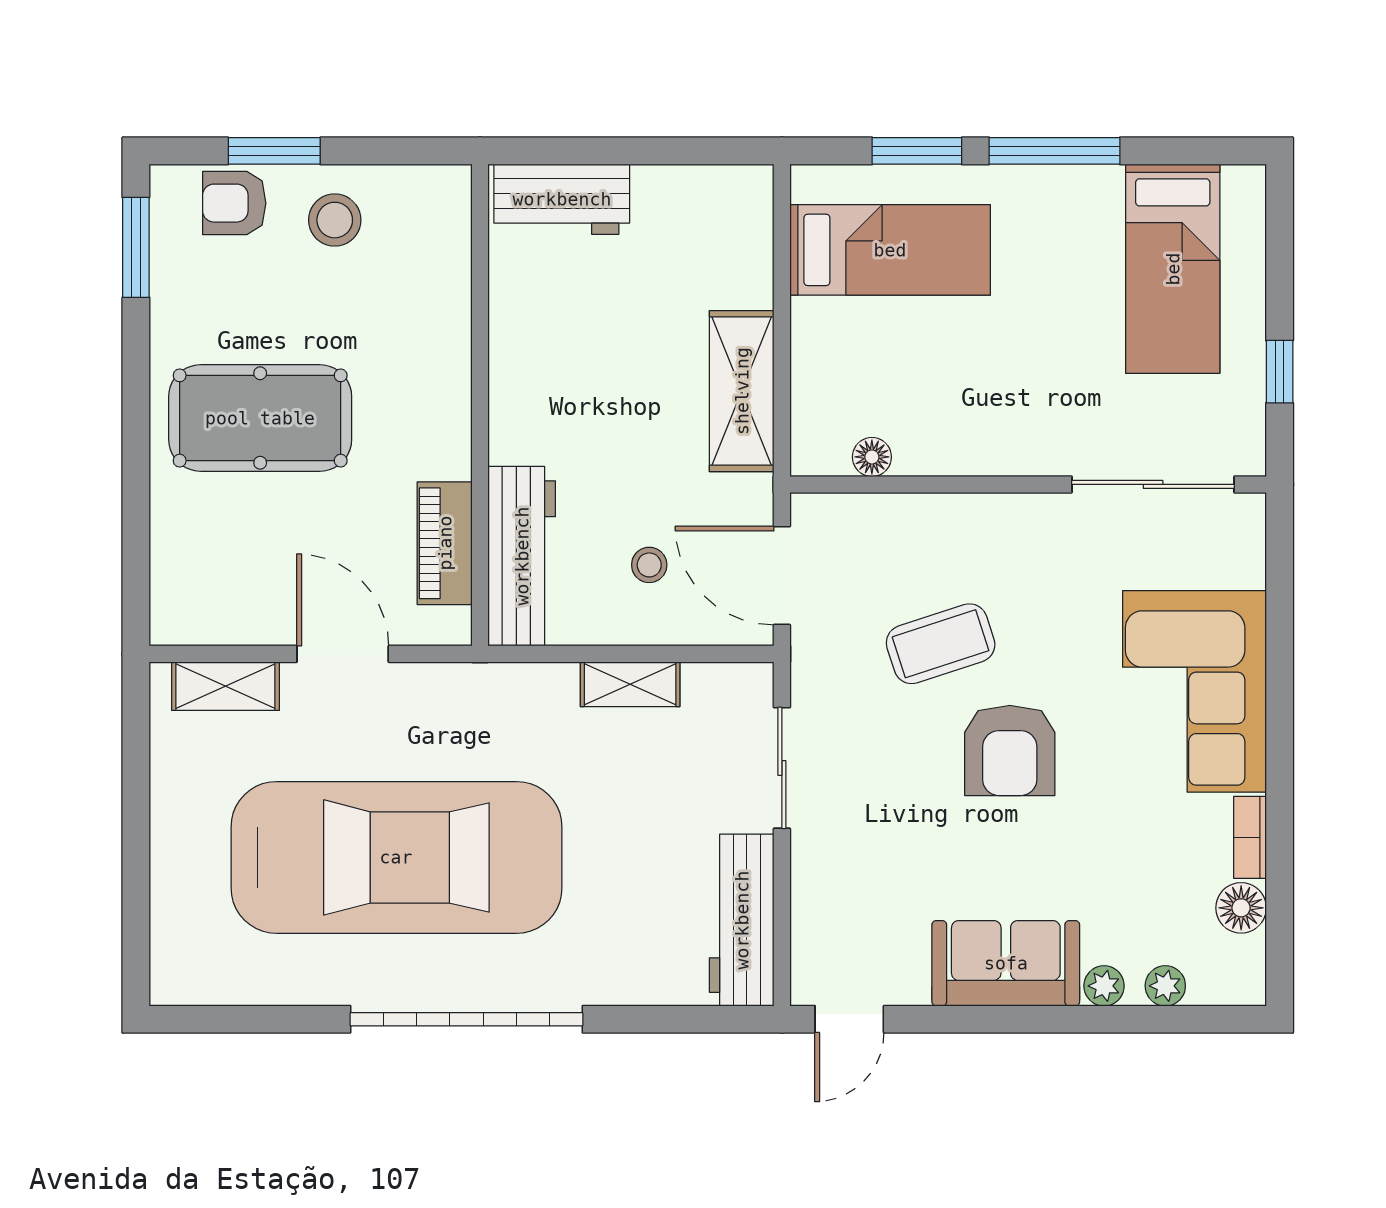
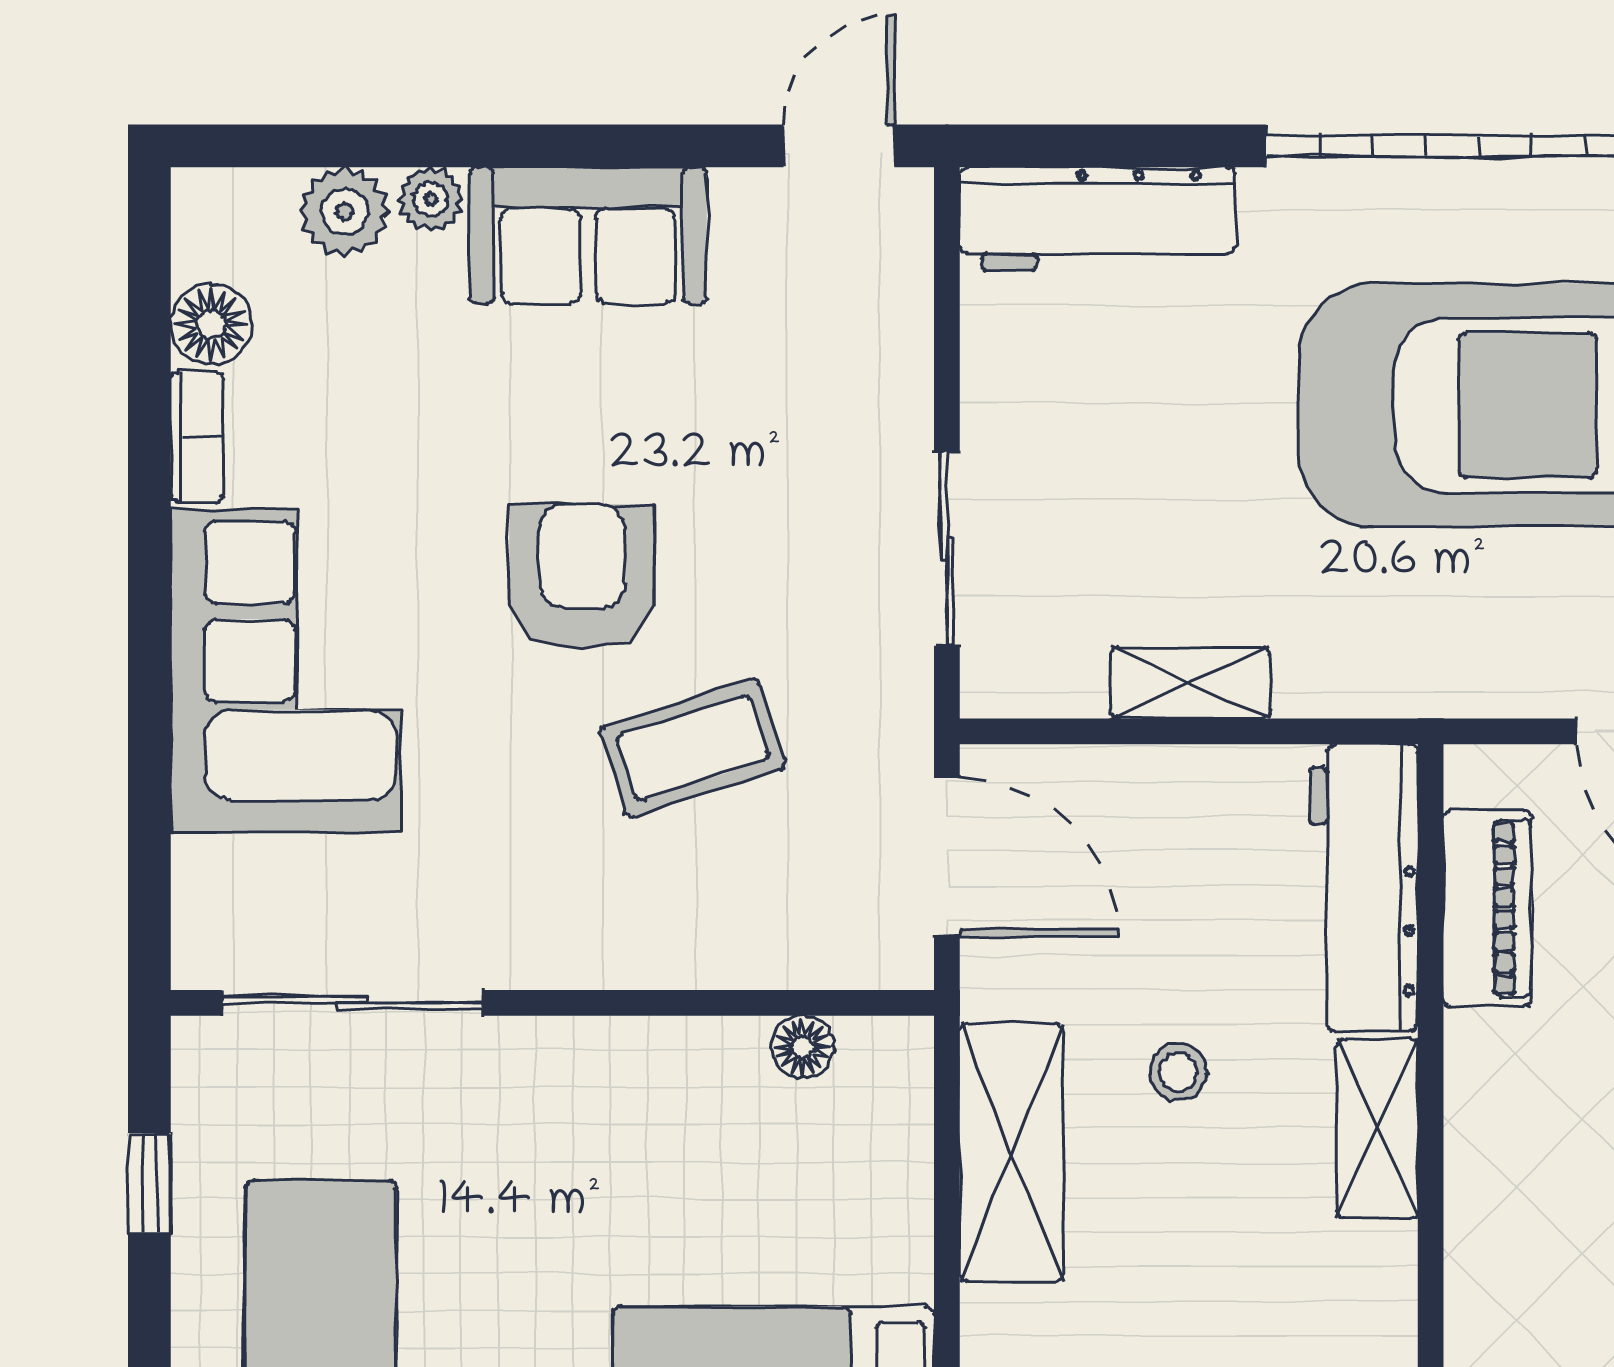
shelving: (513, 406) -> (1377, 1128), added
stool: (649, 565) -> (1178, 1072), moved
workbench: (742, 920) -> (1097, 219), moved, turned 90
plant: (1165, 986) -> (345, 211), width x1.38, depth x1.38

